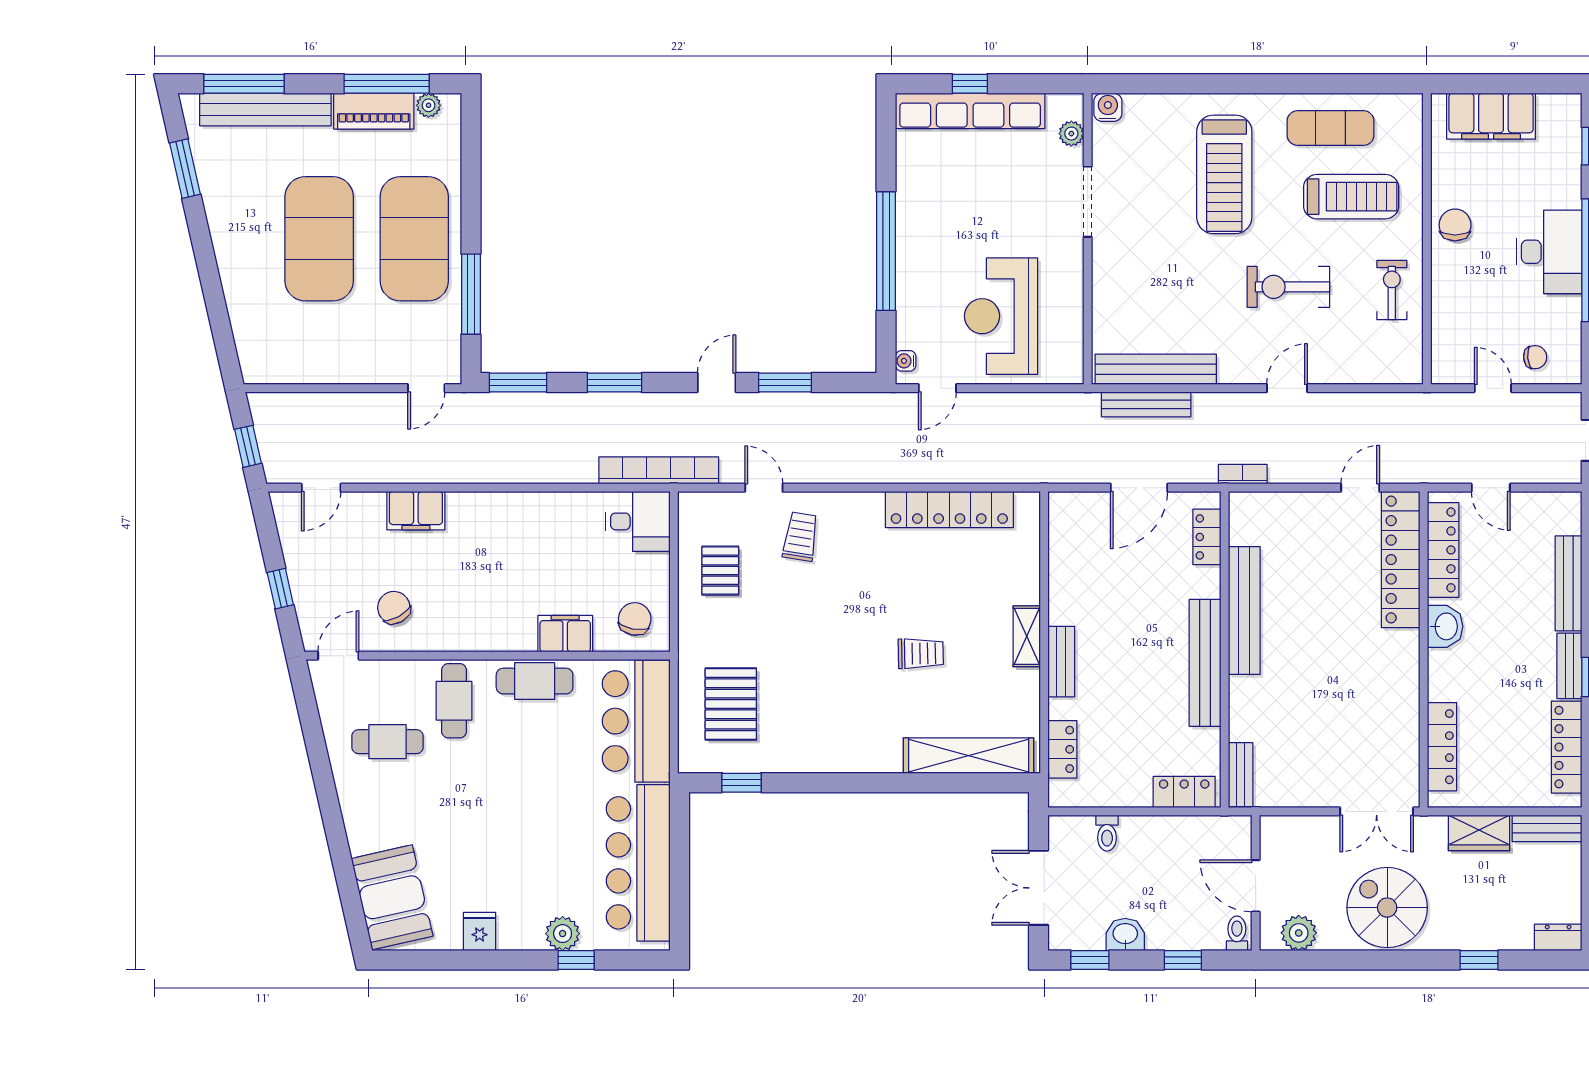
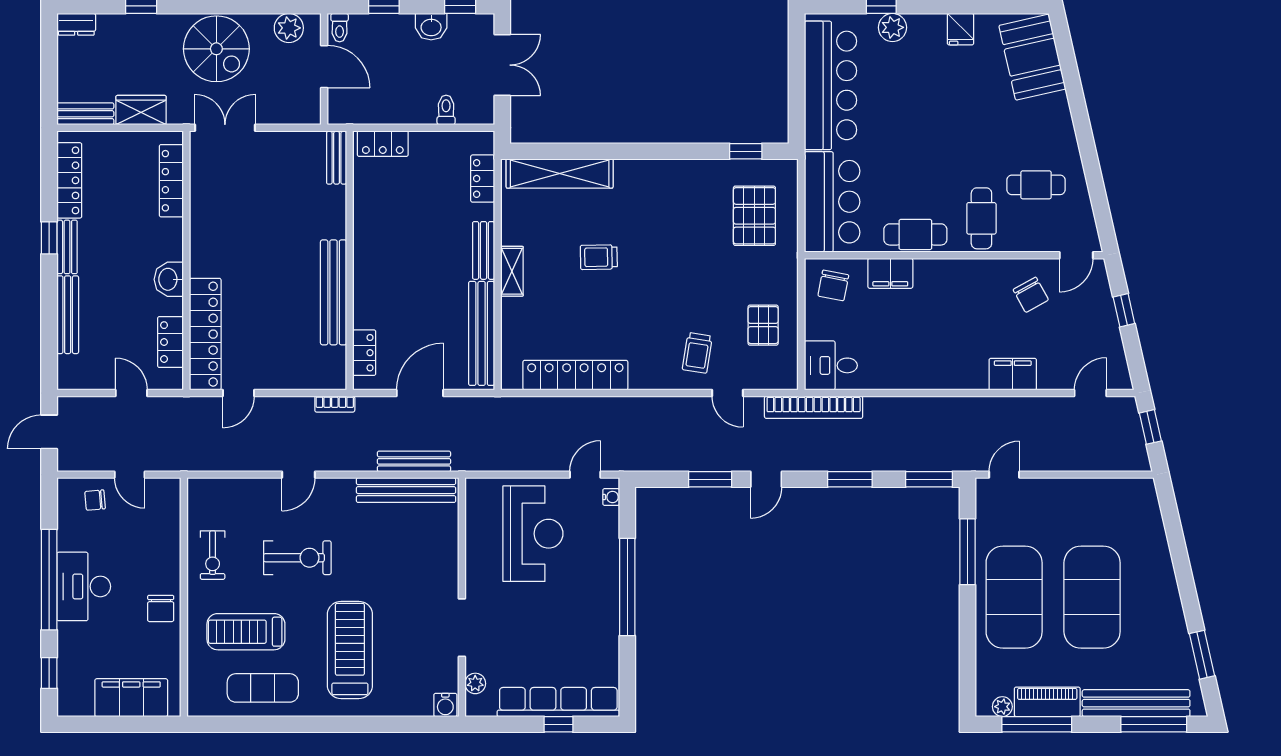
locker: (1443, 550) -> (170, 342), width x0.66
bench: (1205, 663) -> (482, 333), moved

